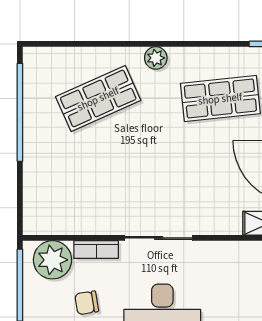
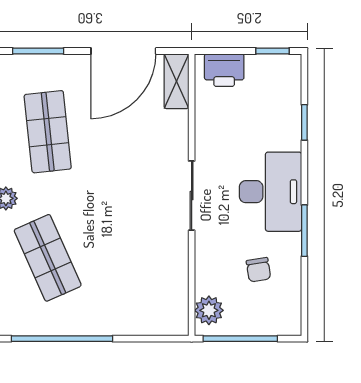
bookcase: (96, 250) -> (204, 260), removed
plant: (52, 260) -> (209, 310), width x0.73, depth x0.73

